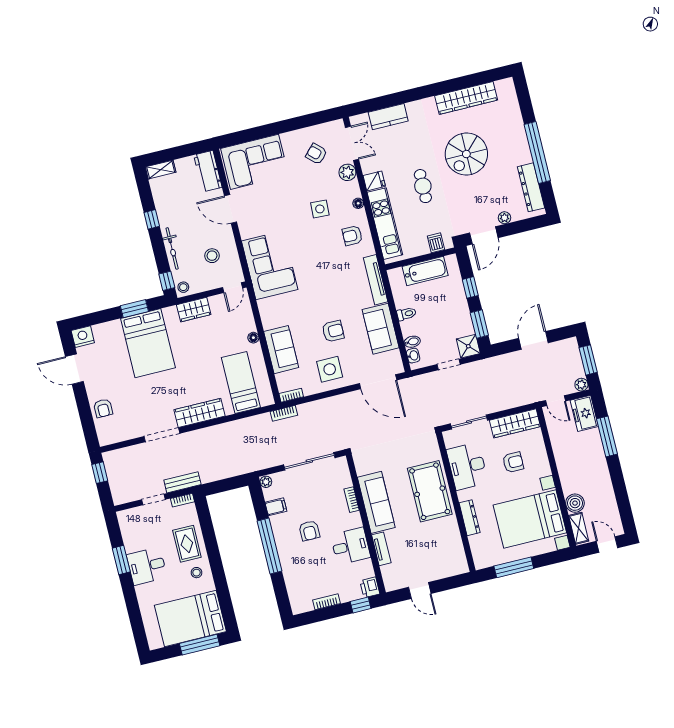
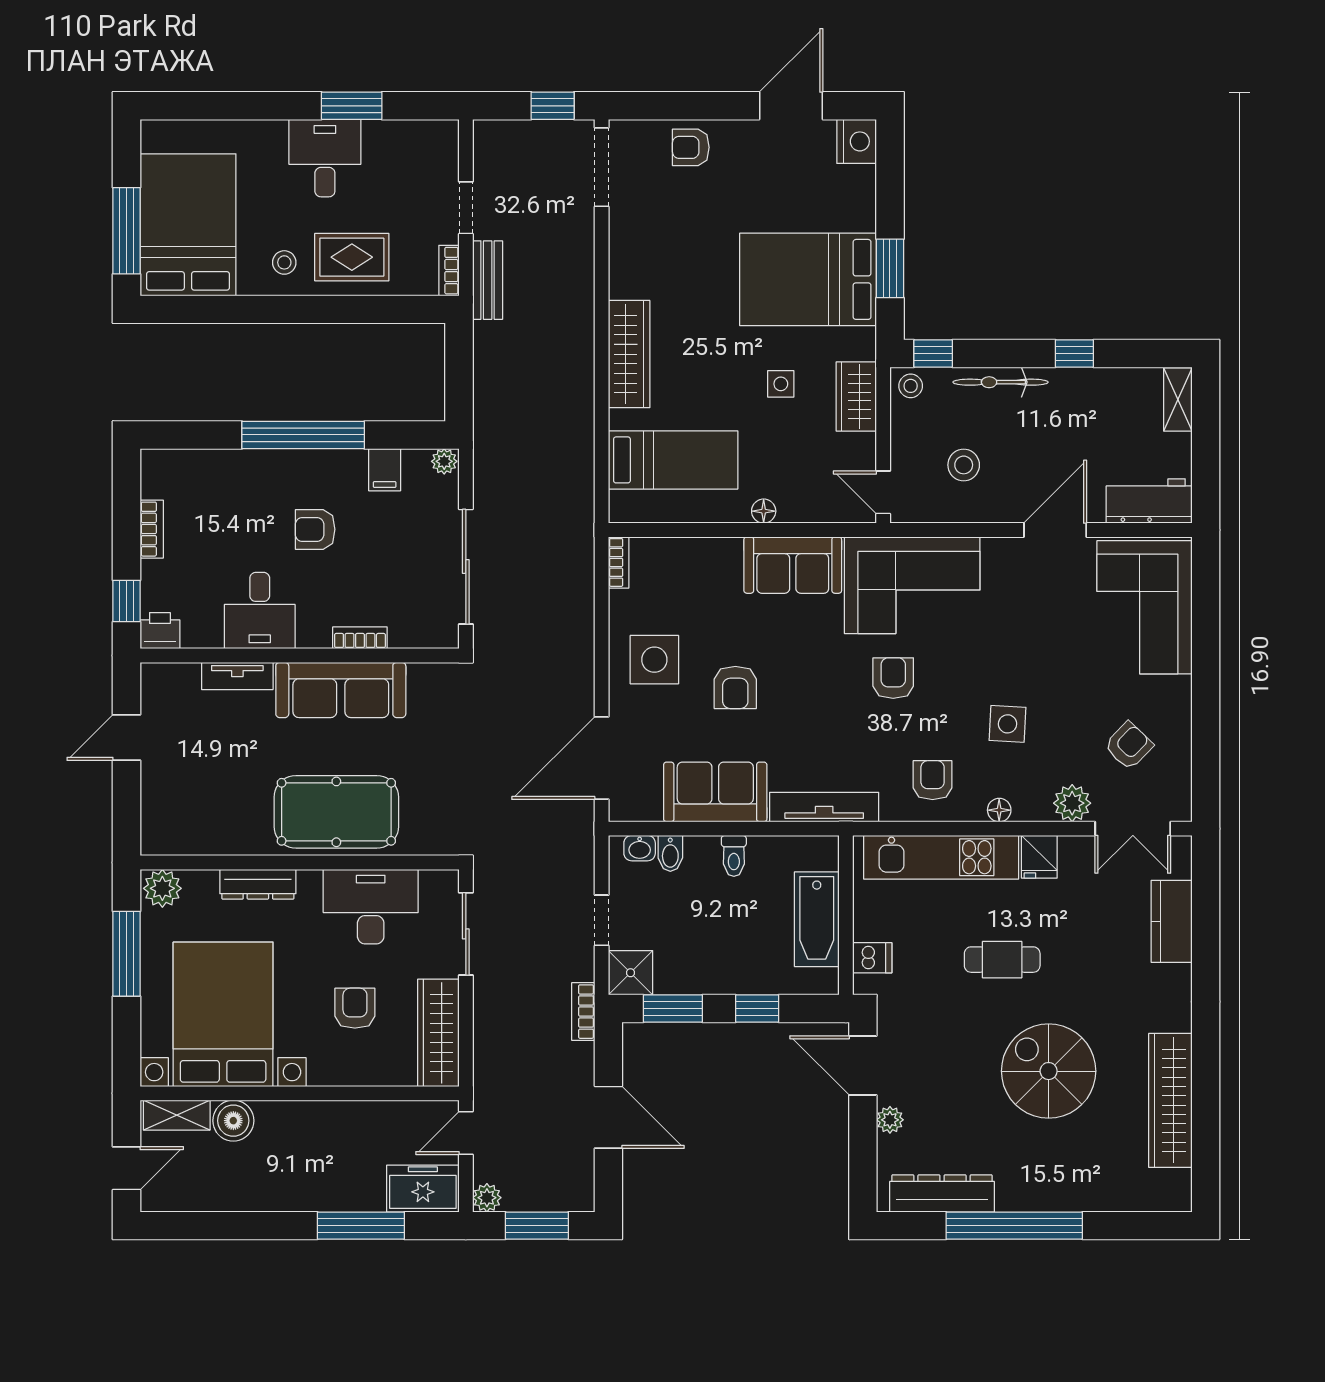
armchair: (312, 264) -> (893, 678), added
side table: (196, 344) -> (781, 384), added
sofa: (281, 350) -> (793, 565), moved
bookcase: (284, 413) -> (583, 1012), moved
doorway: (162, 435) -> (602, 167), moved
armchair: (513, 462) -> (355, 1008), turned 180
plant: (482, 559) -> (162, 888), added

